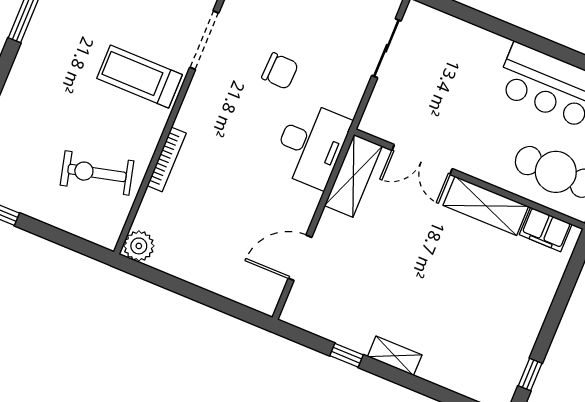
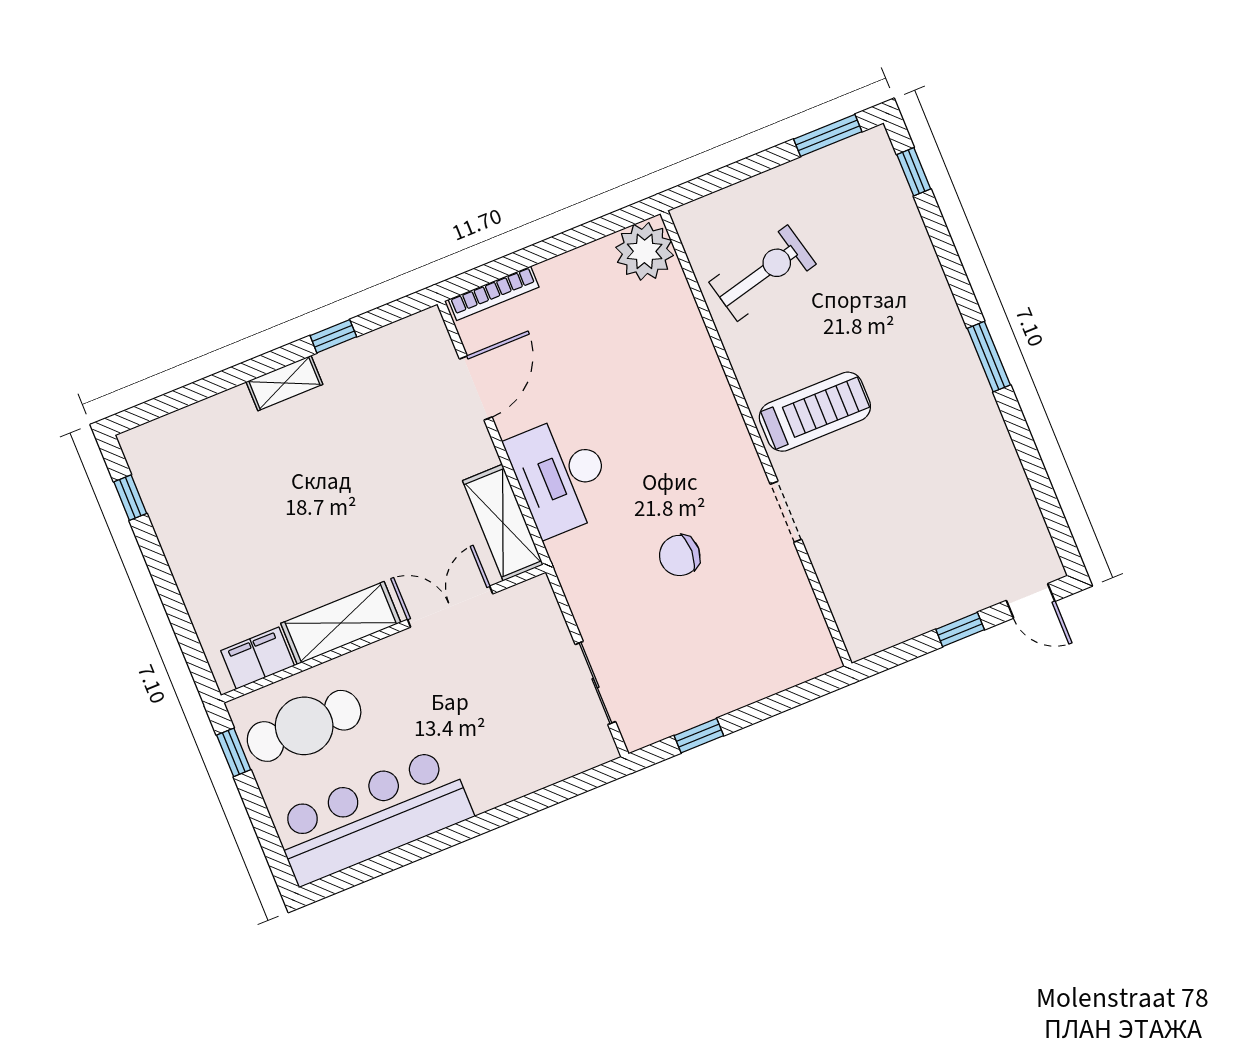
doorway: (204, 40) -> (786, 512), width x0.73
desk: (311, 145) -> (561, 476), moved
bookcase: (167, 159) -> (494, 293), moved, turned -90
plant: (139, 246) -> (645, 251), width x1.36, depth x1.36

